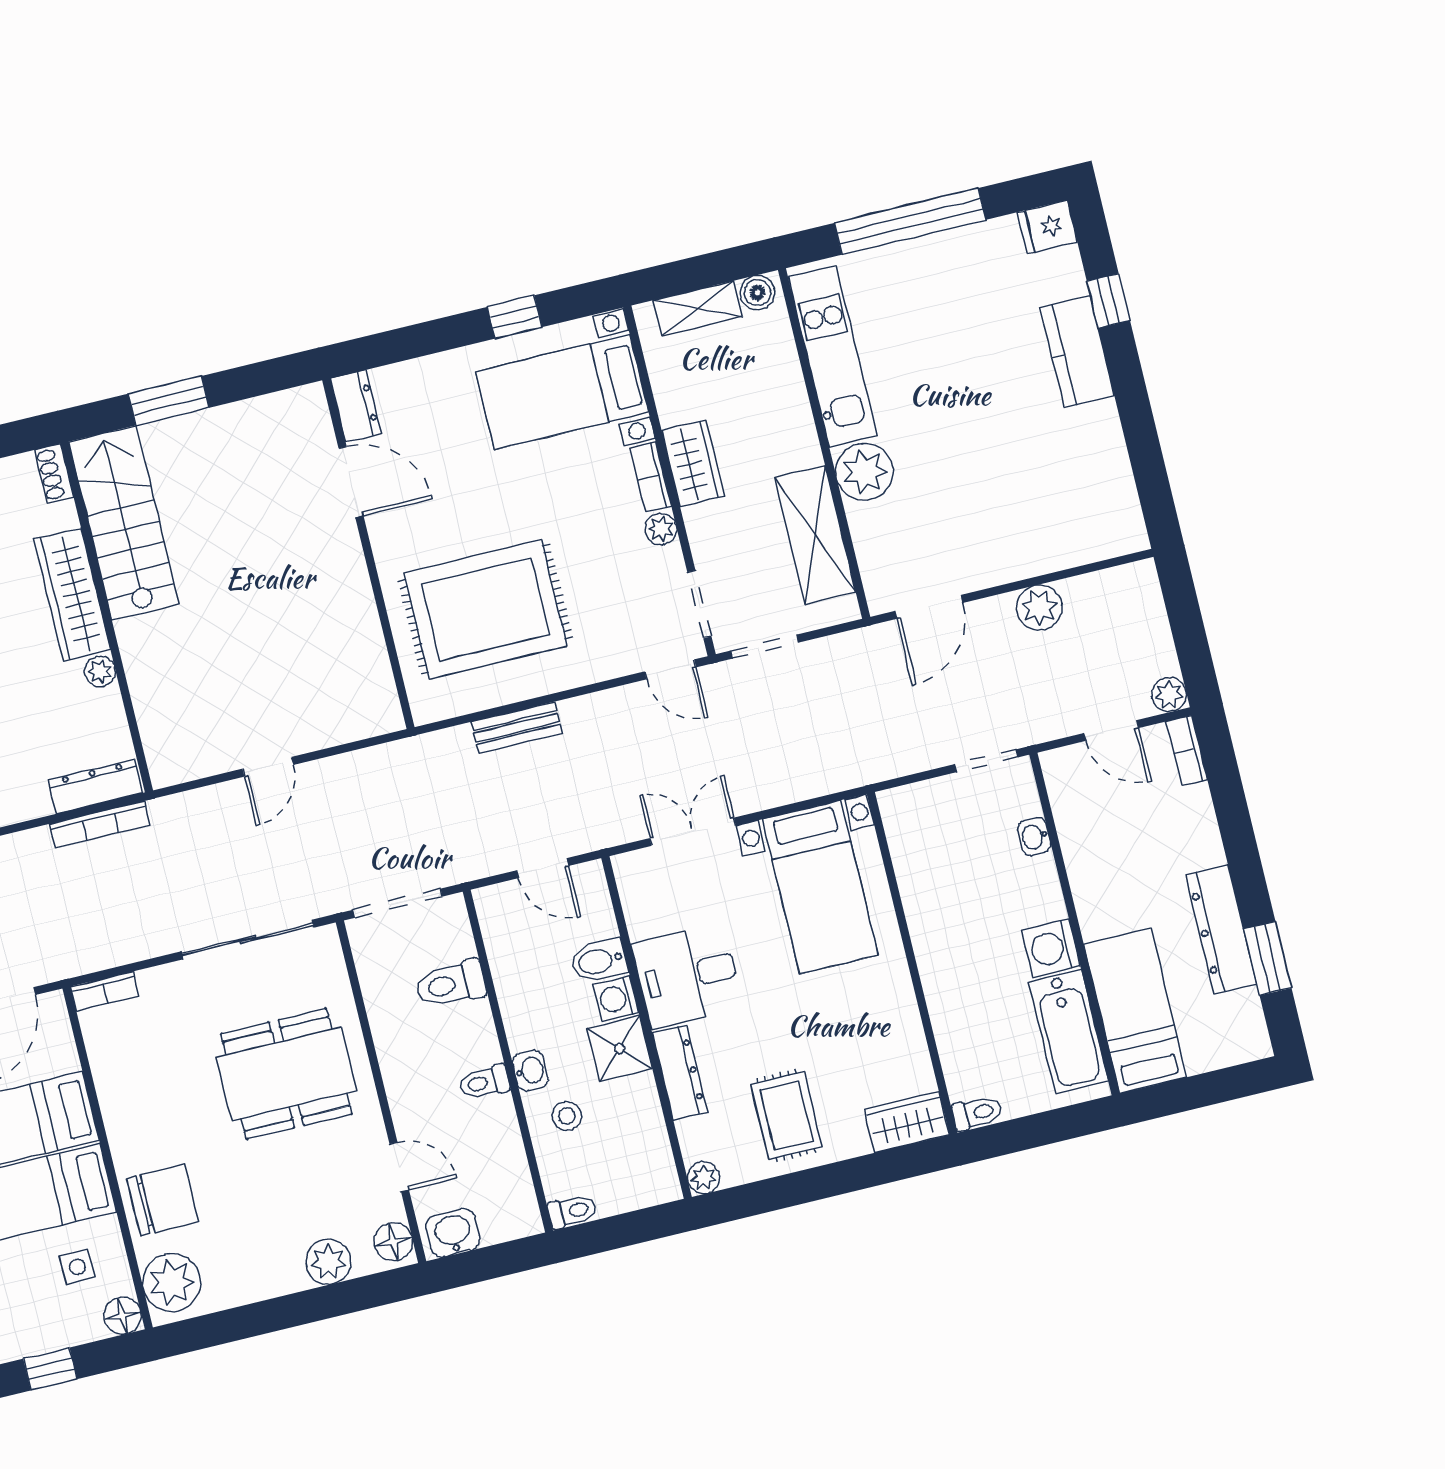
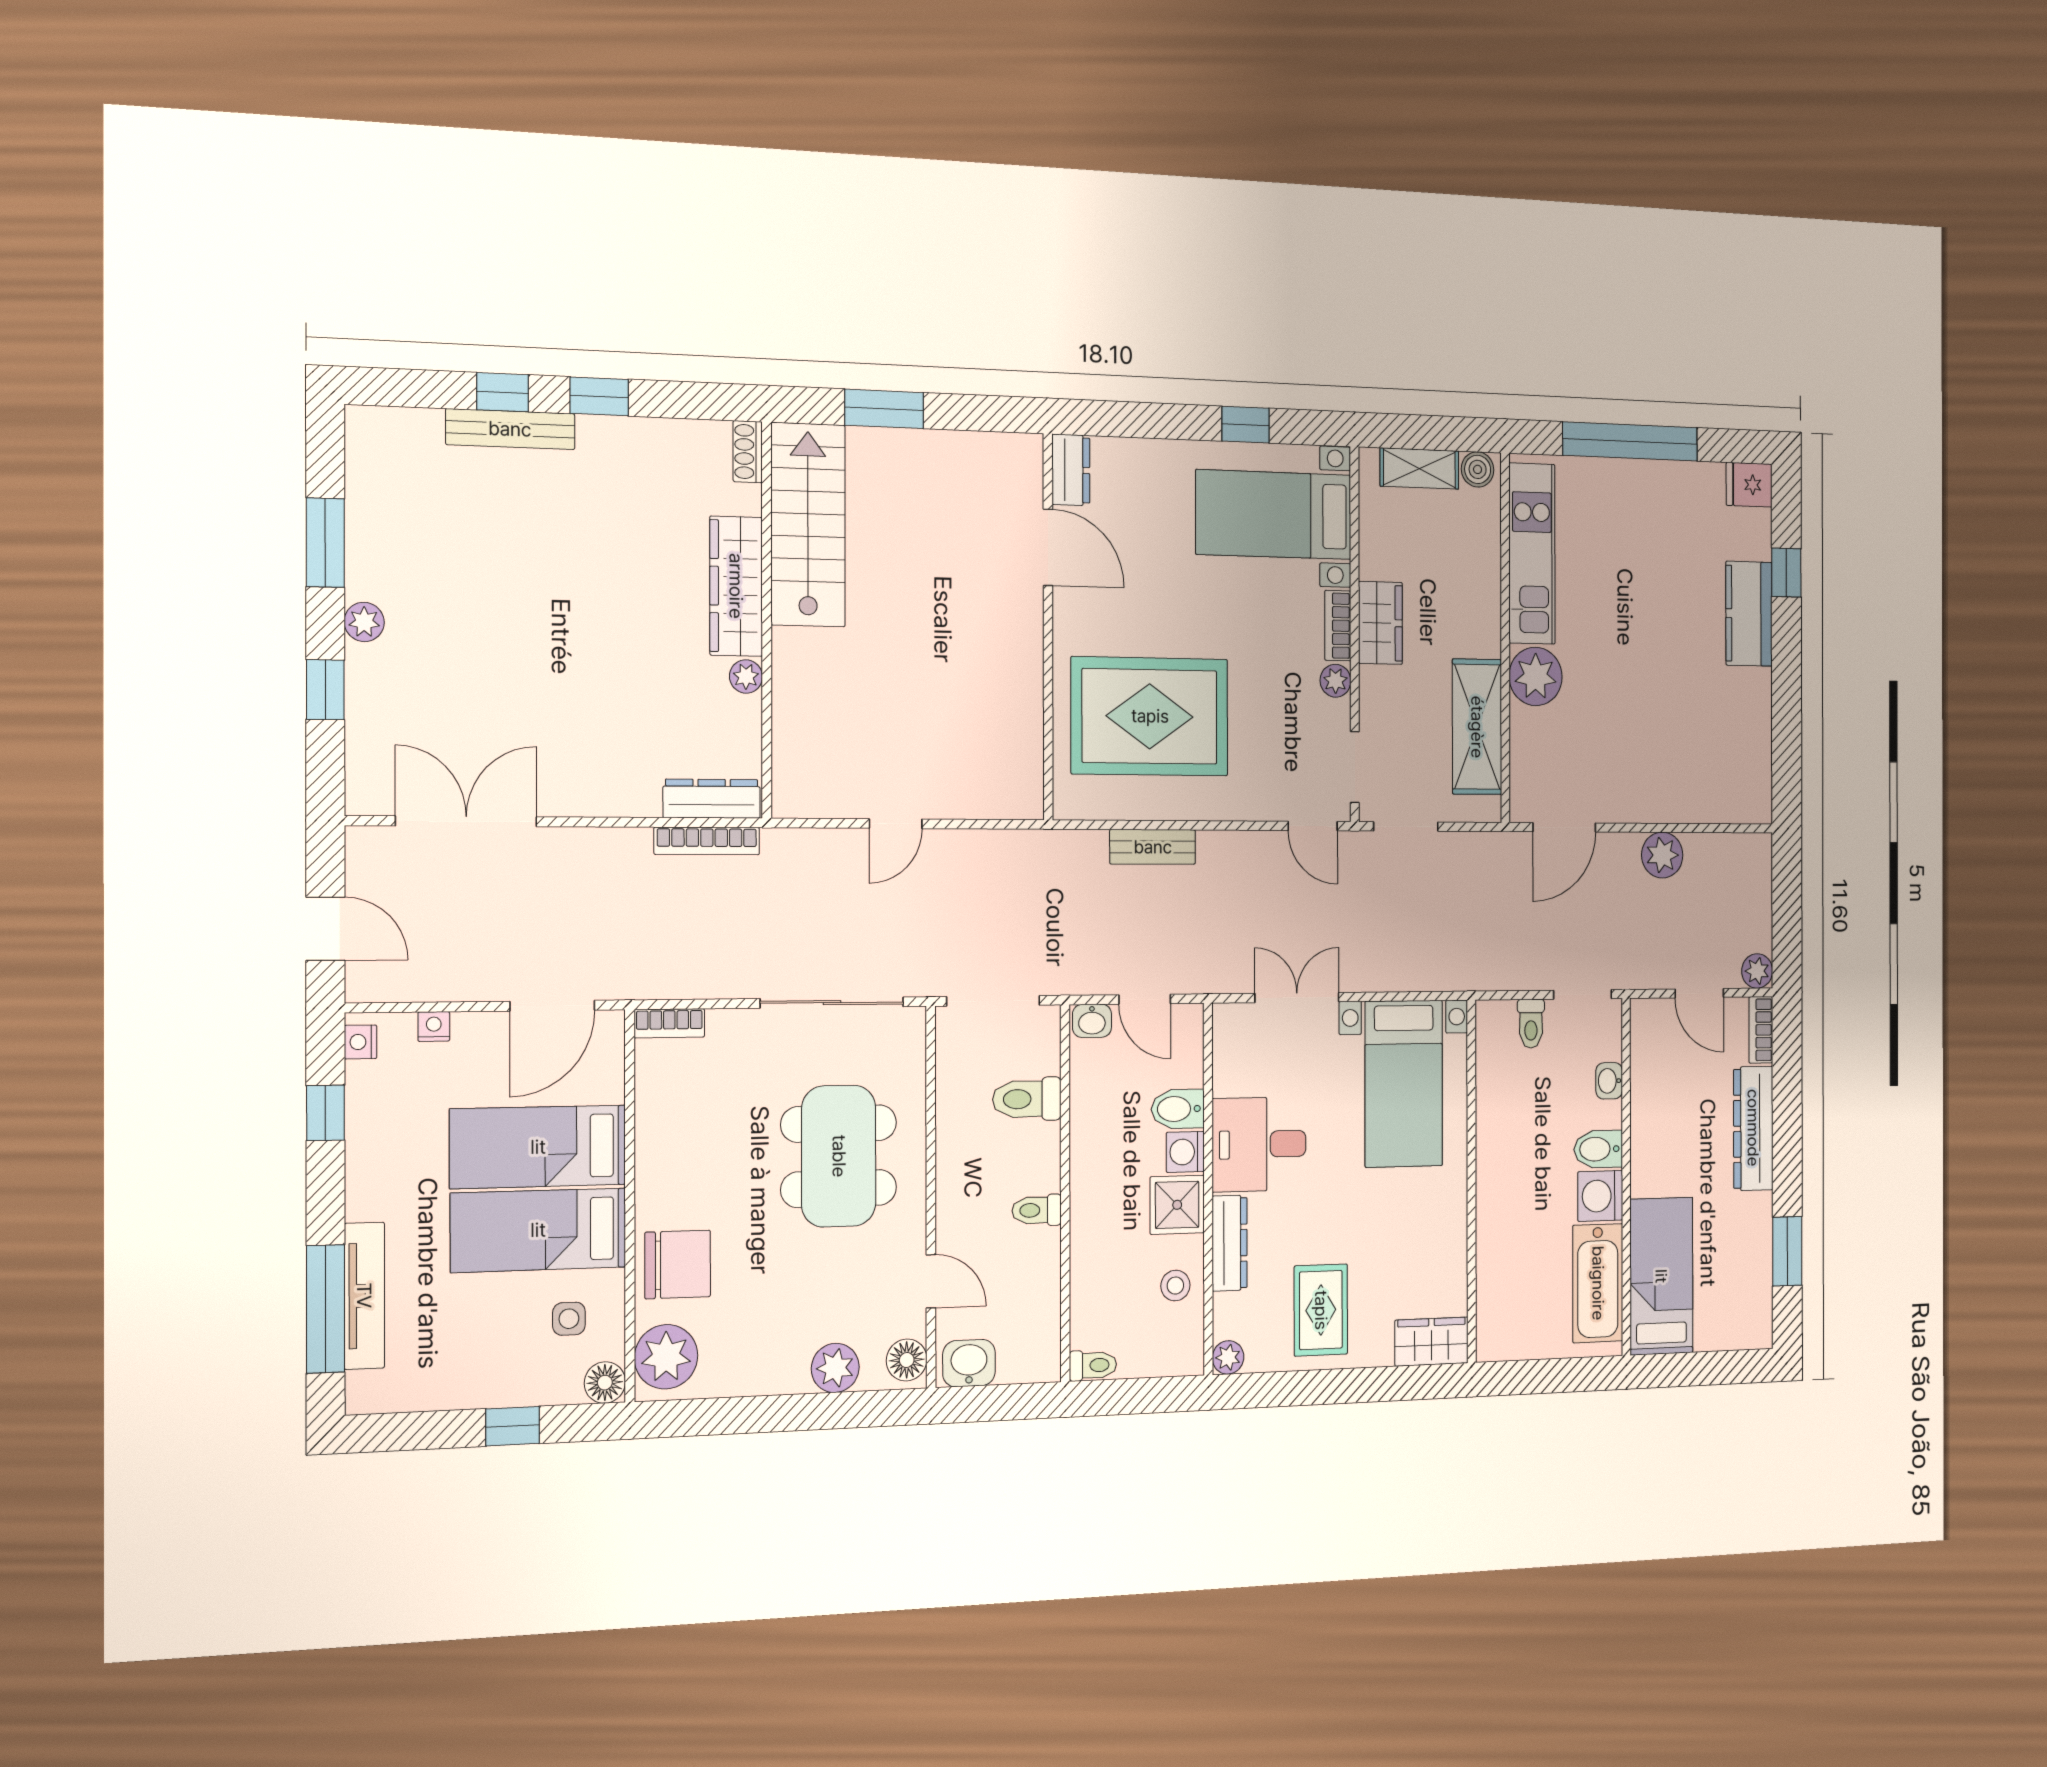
bidet: (1038, 904) -> (1598, 1149), added
dresser: (1221, 929) -> (1753, 1128), moved
washbasin: (530, 1071) -> (1092, 1021), moved, turned 90
dining table: (286, 1074) -> (839, 1156), turned 90
toilet: (977, 1113) -> (1531, 1024), moved, turned 90
stool: (567, 1116) -> (1175, 1286), moved

